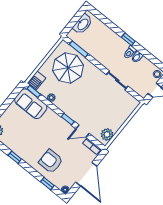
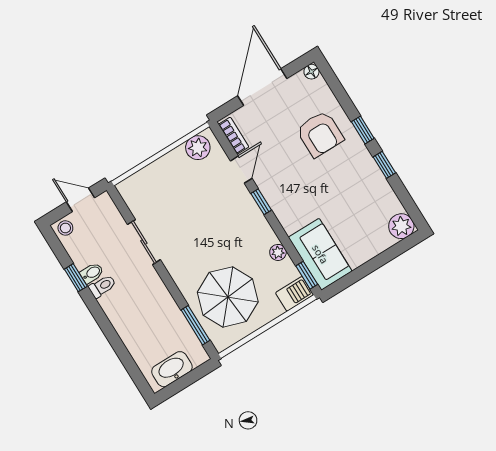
window: (128, 39) -> (76, 278), moved
door: (83, 131) -> (241, 170), hinge flipped
window: (47, 184) -> (363, 130), moved

